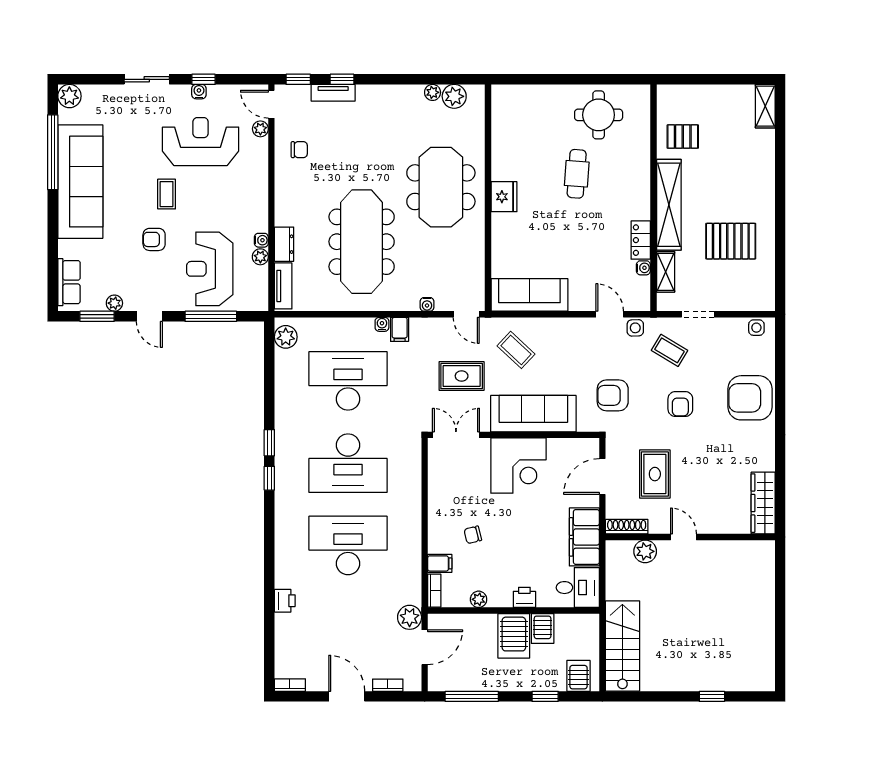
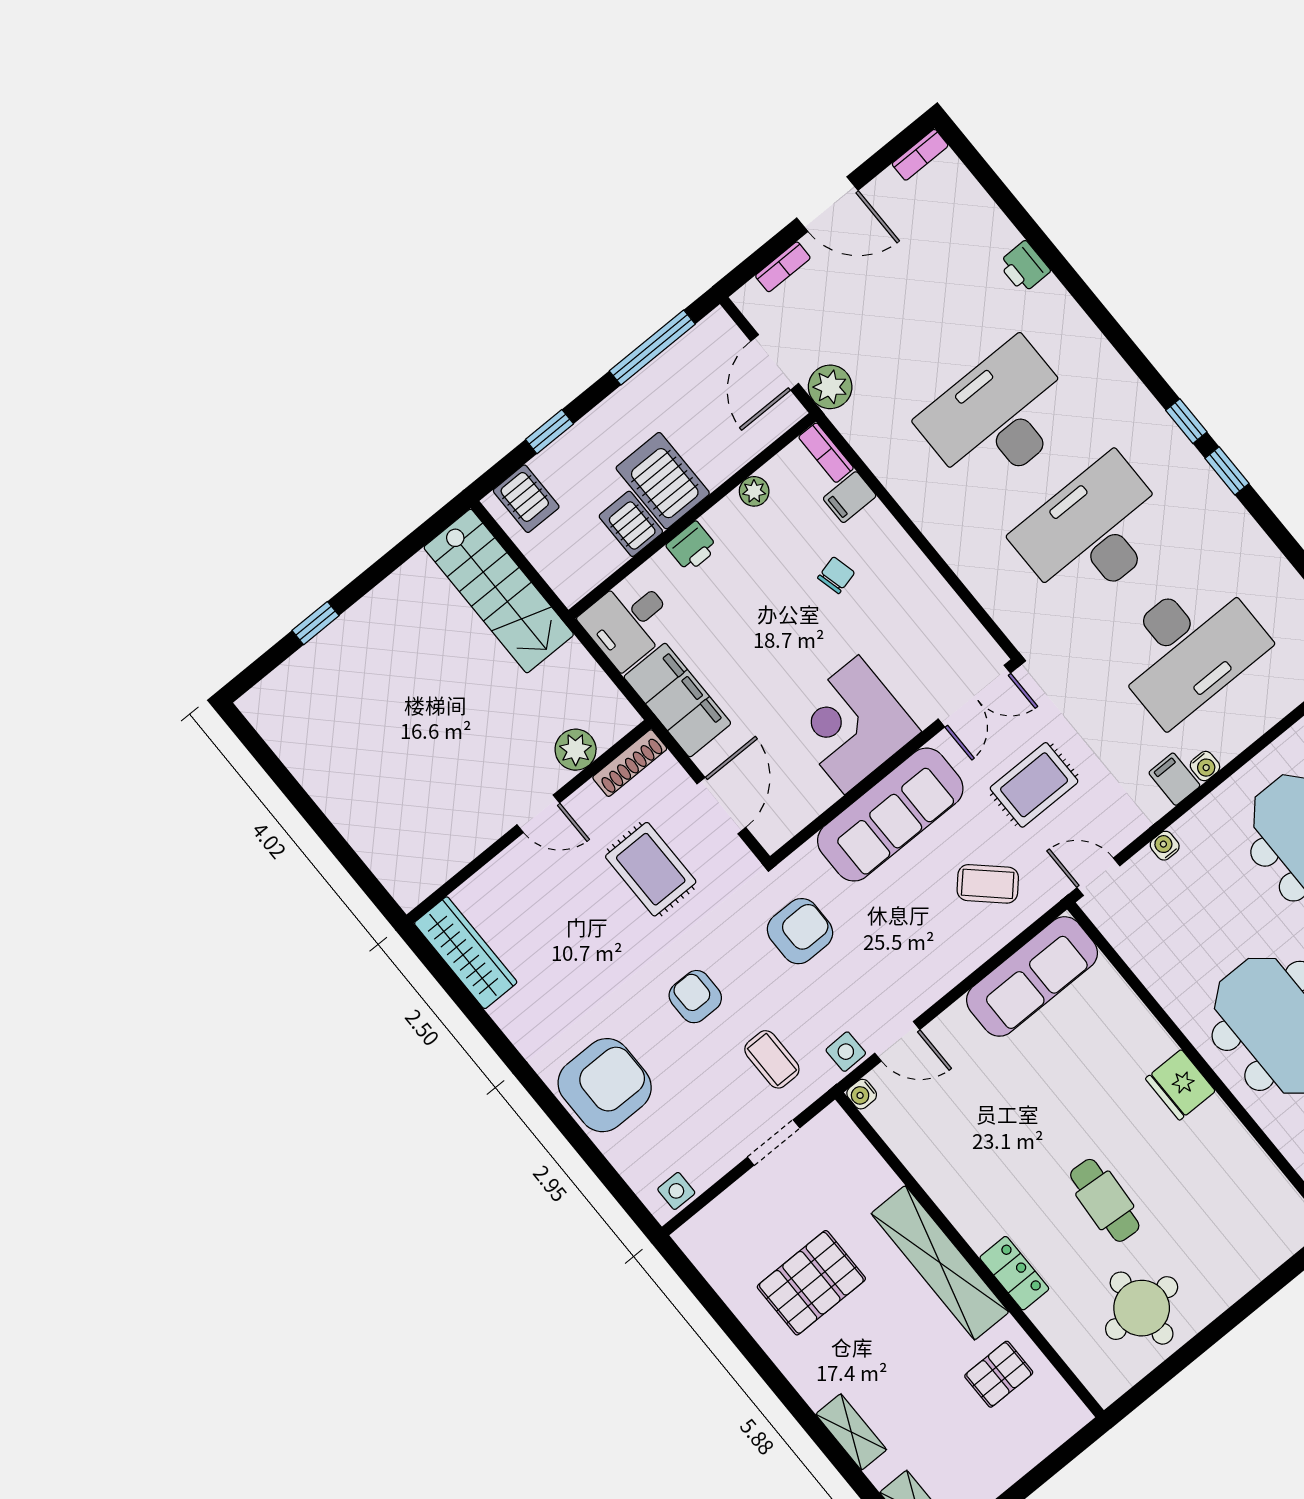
locker: (641, 240) -> (1014, 1273), moved
water cooler: (643, 268) -> (862, 1094), moved
shelving: (666, 272) -> (851, 1432), moved
coffee table: (670, 350) -> (772, 1059), turned 59
desk: (348, 545) -> (999, 417), turned 180

